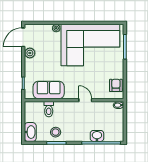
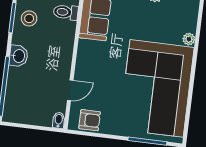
door: (85, 100) -> (70, 90), moved
washbasin: (97, 136) -> (18, 56), moved

